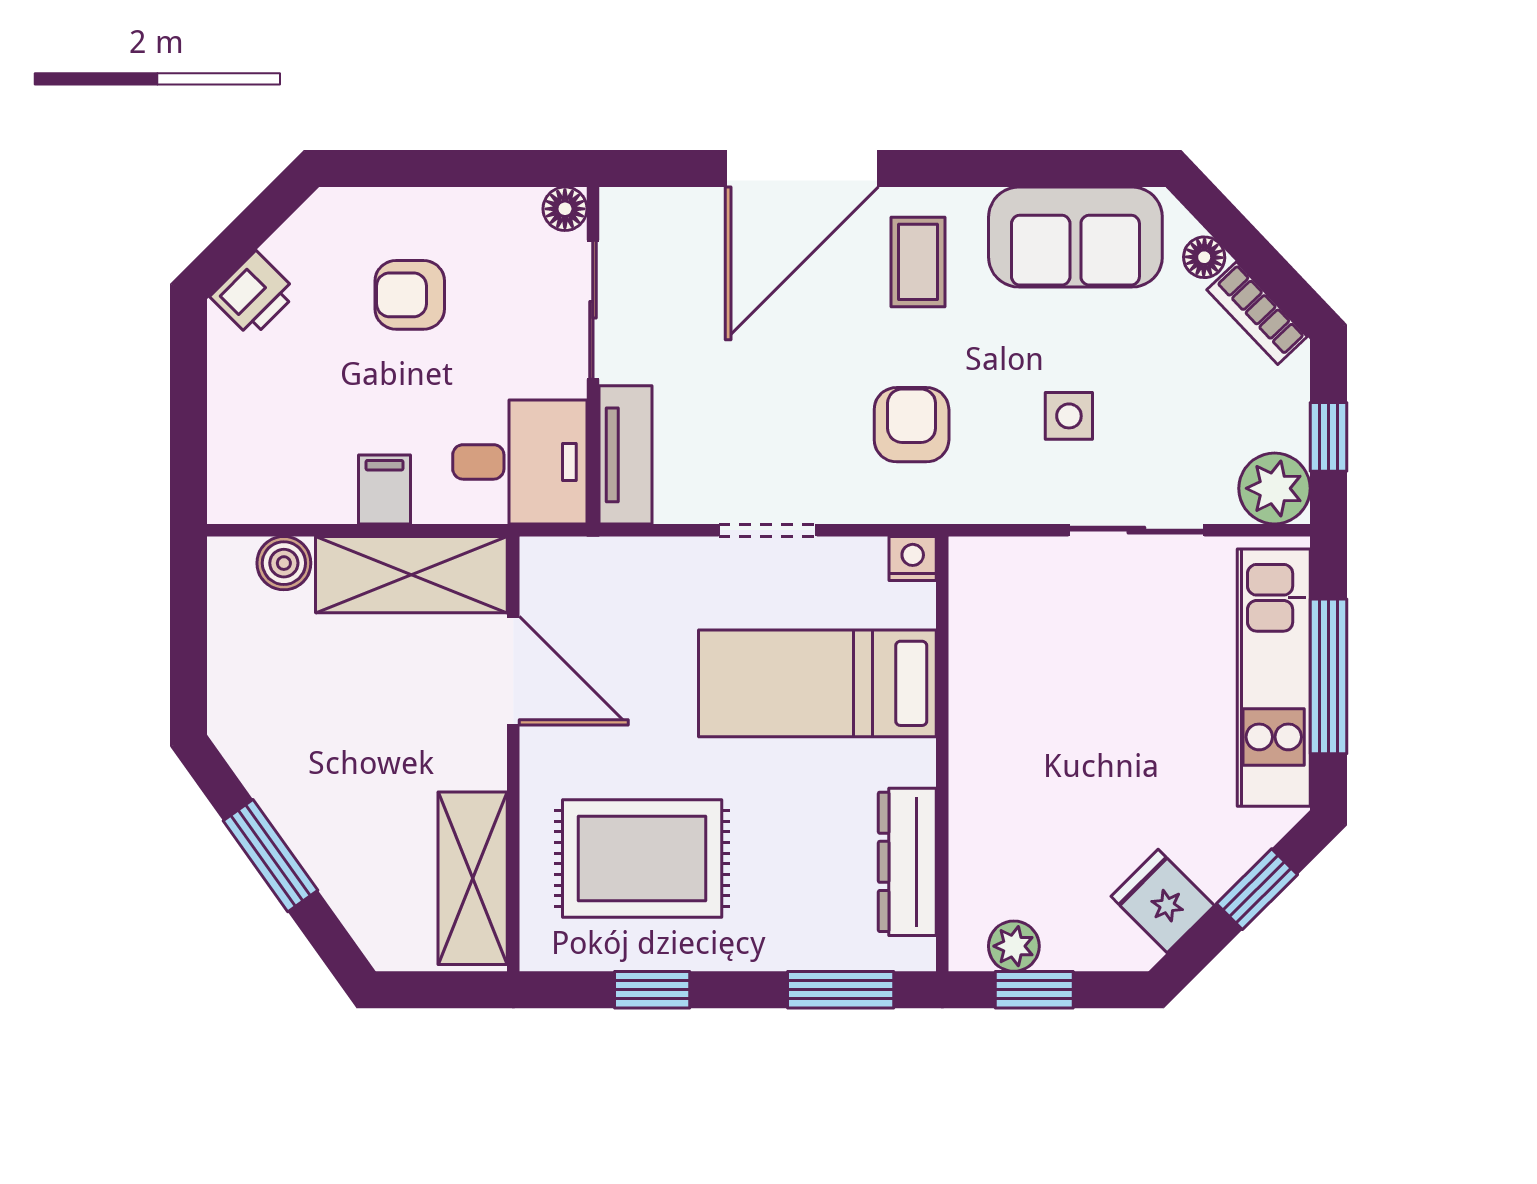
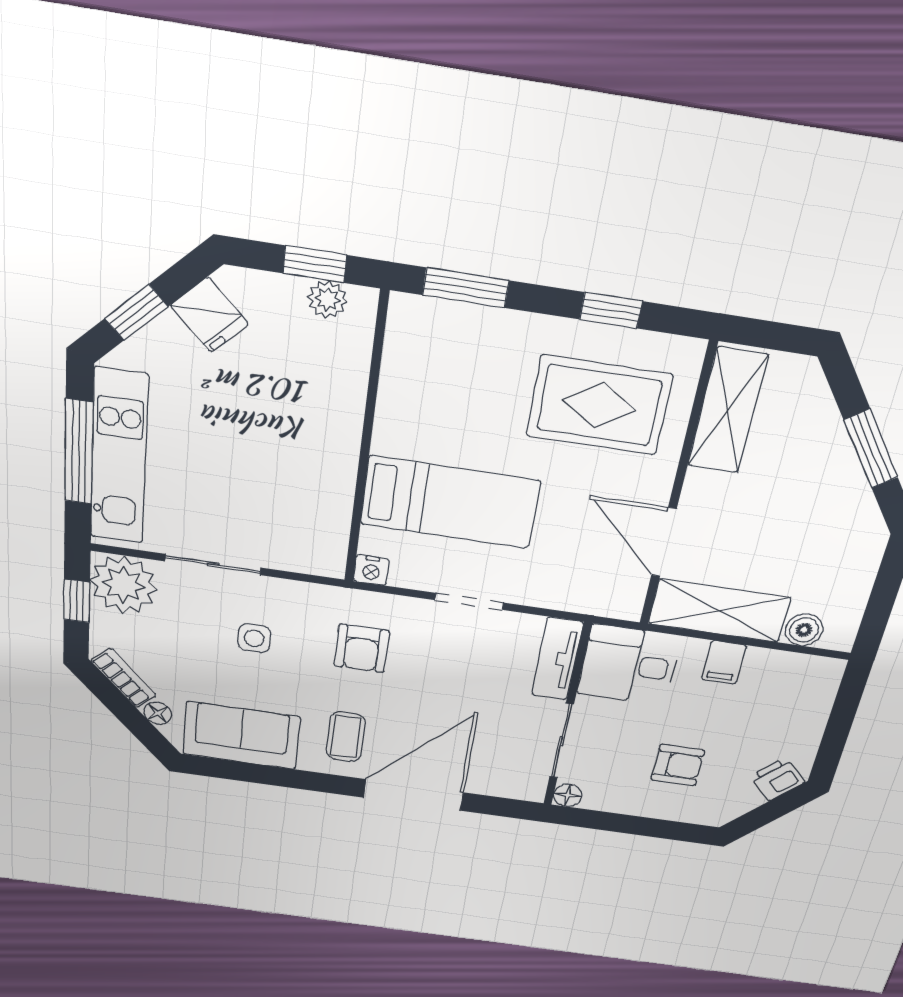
plant: (1274, 488) -> (124, 585), width x1.36, depth x1.36
dresser: (907, 862) -> (401, 373), removed

